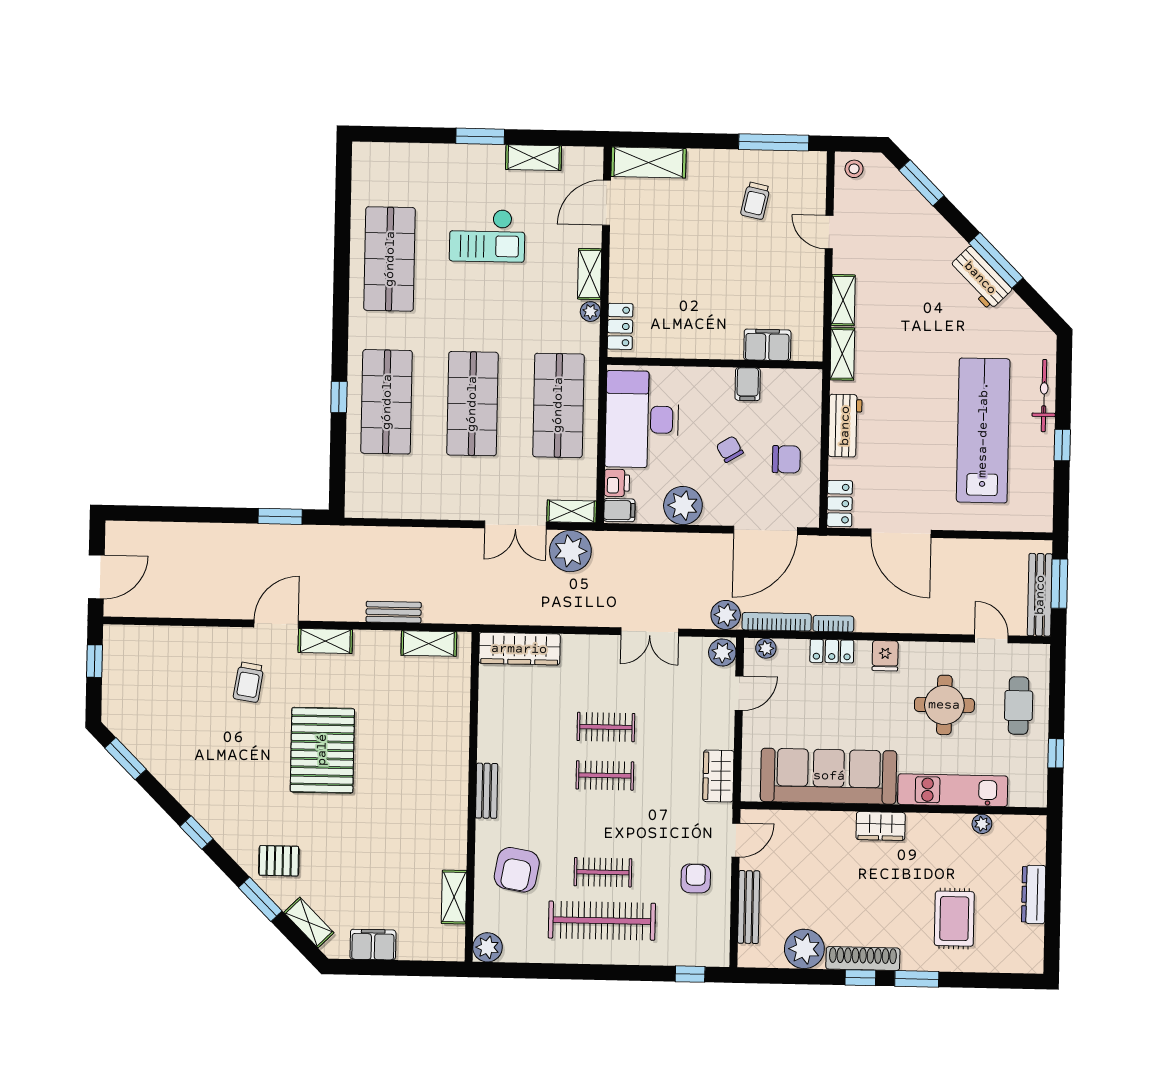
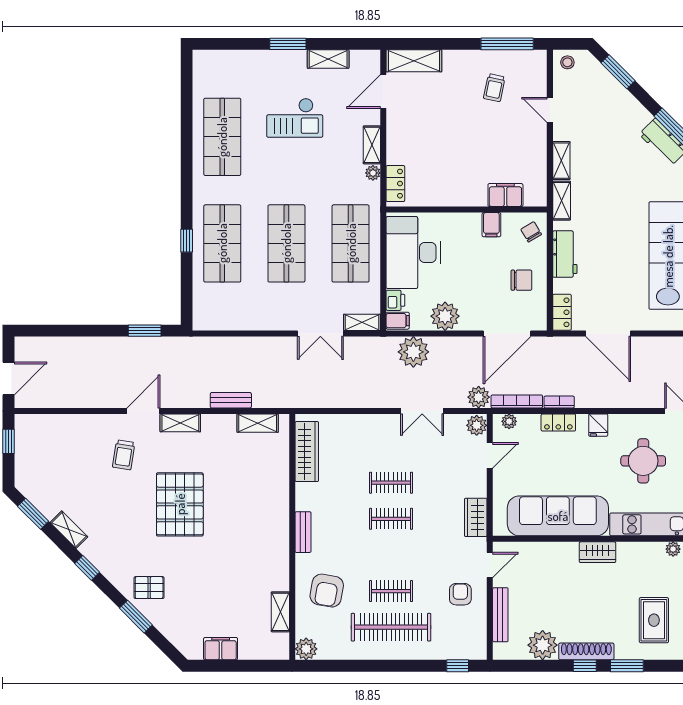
chair: (730, 449) -> (531, 232), moved
plant: (570, 551) -> (413, 352), moved
wardrobe: (519, 649) -> (307, 452), moved, turned -90
shelving: (309, 922) -> (69, 530), moved

